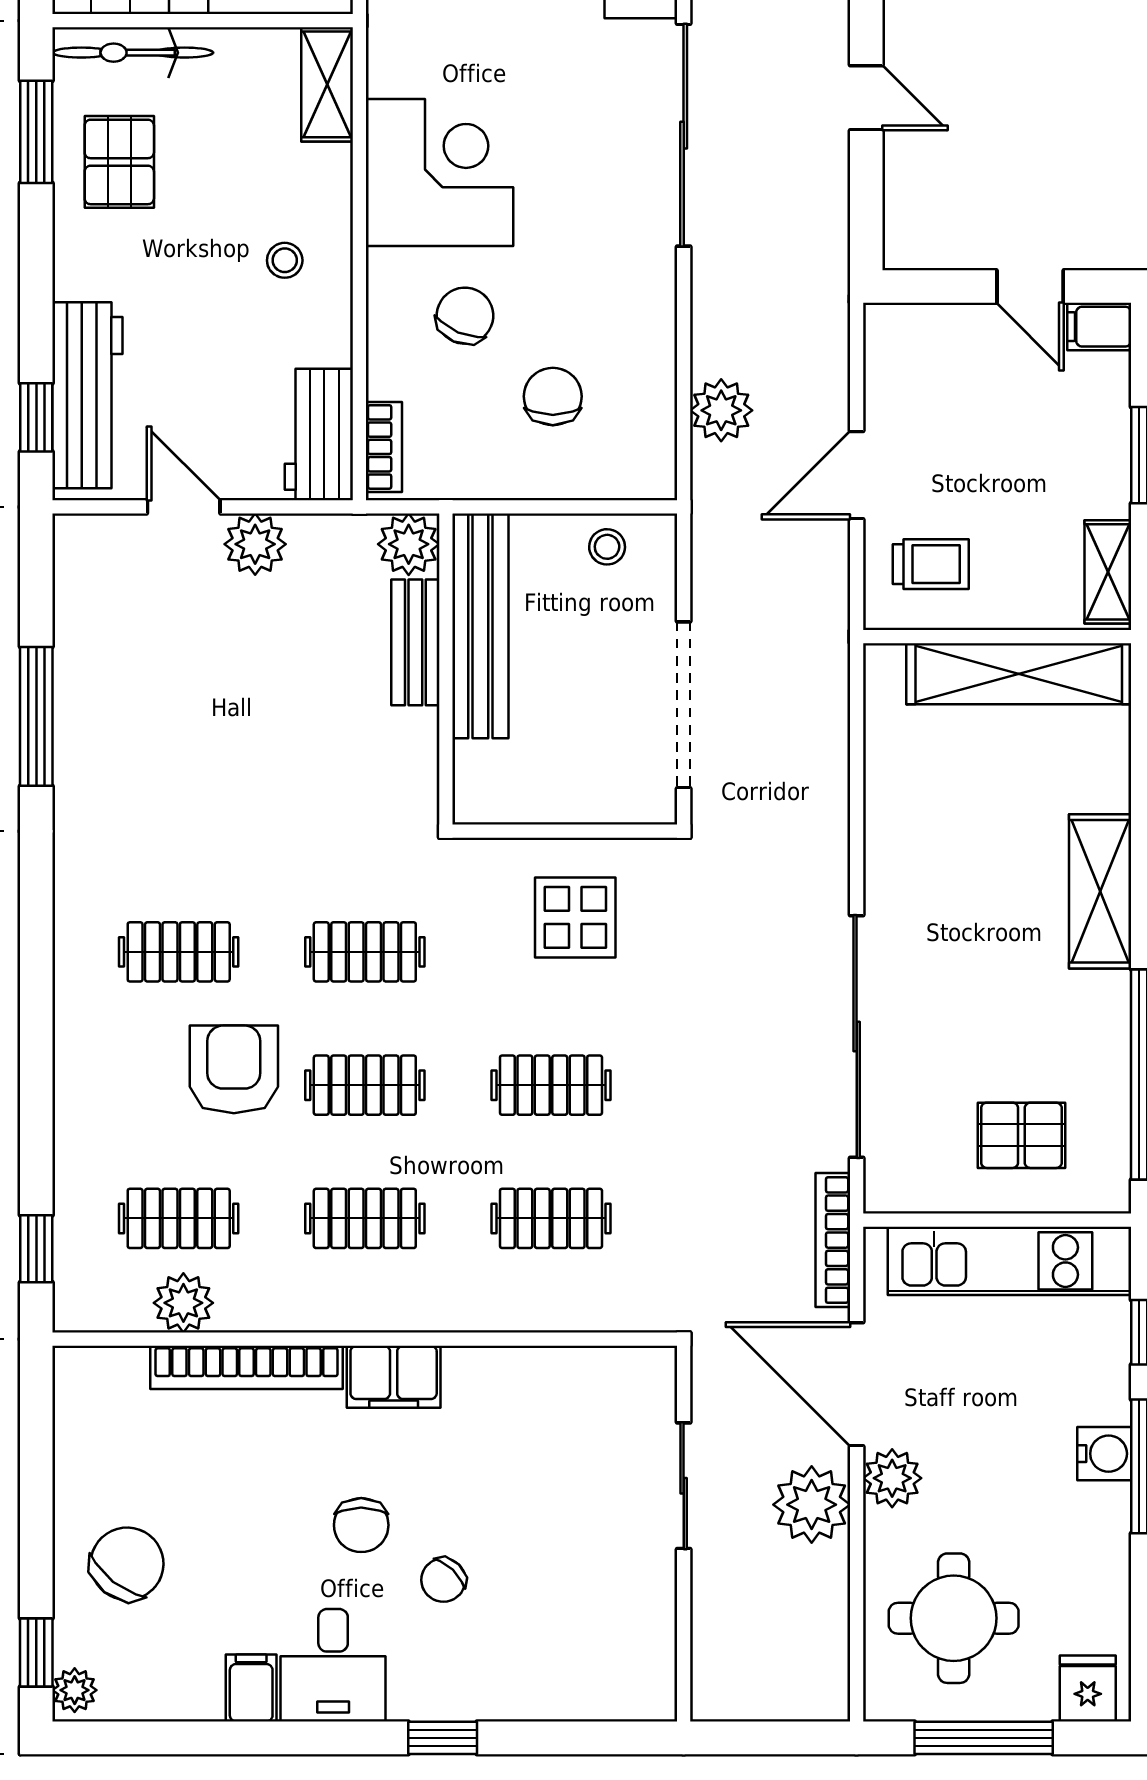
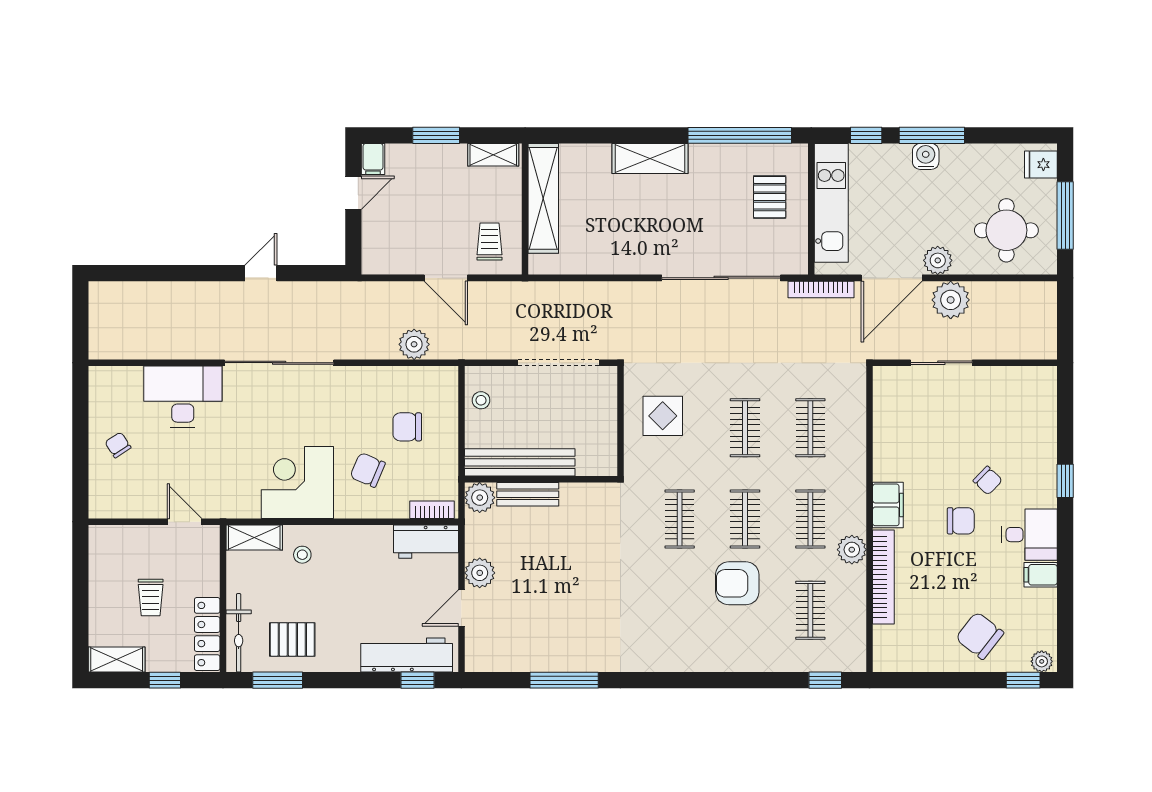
stool: (285, 260) -> (302, 555), moved
clothes rail: (179, 952) -> (680, 610), removed
plant: (183, 1303) -> (852, 550), moved

